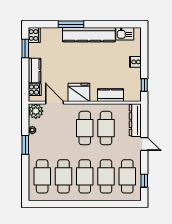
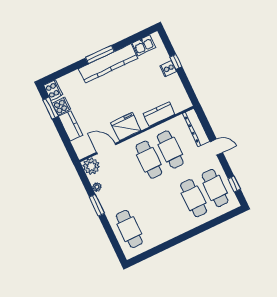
window: (71, 24) -> (100, 54), moved
window: (144, 85) -> (176, 62), moved
cooker: (35, 90) -> (61, 106), moved
cafe table: (63, 176) -> (151, 219), removed
cafe table: (85, 176) -> (172, 208), removed

